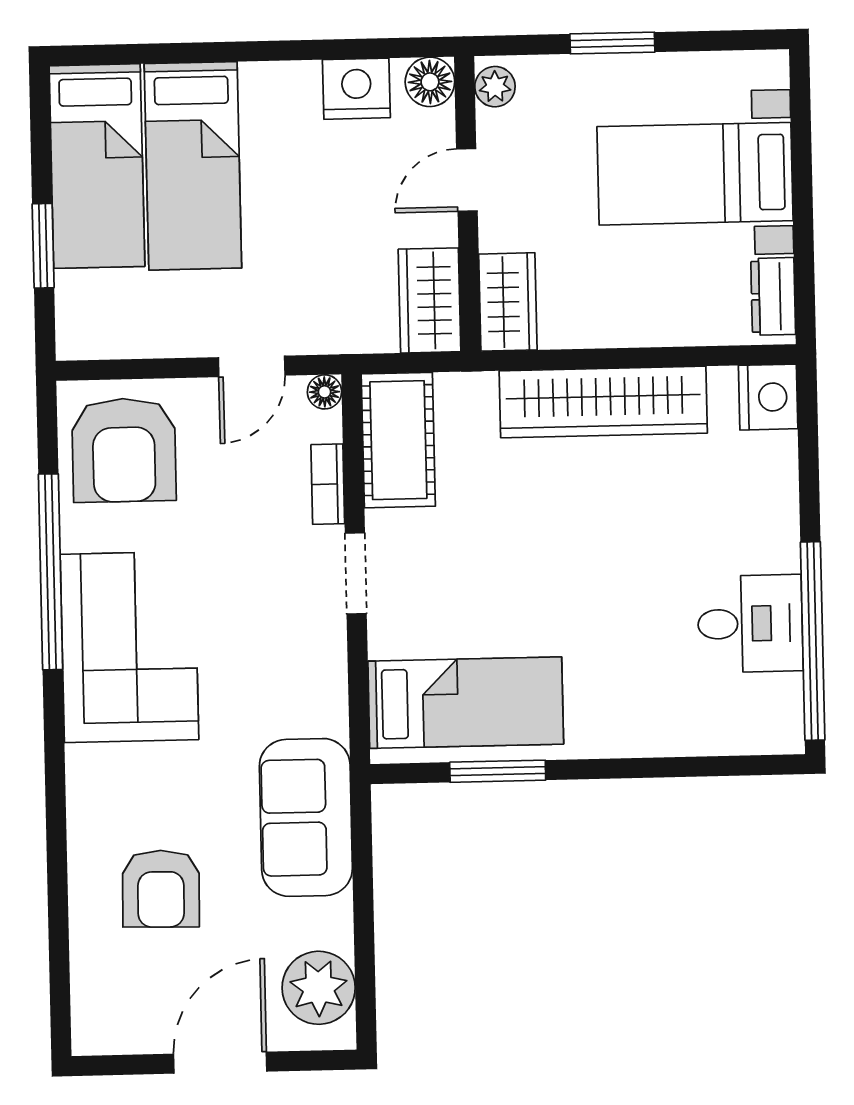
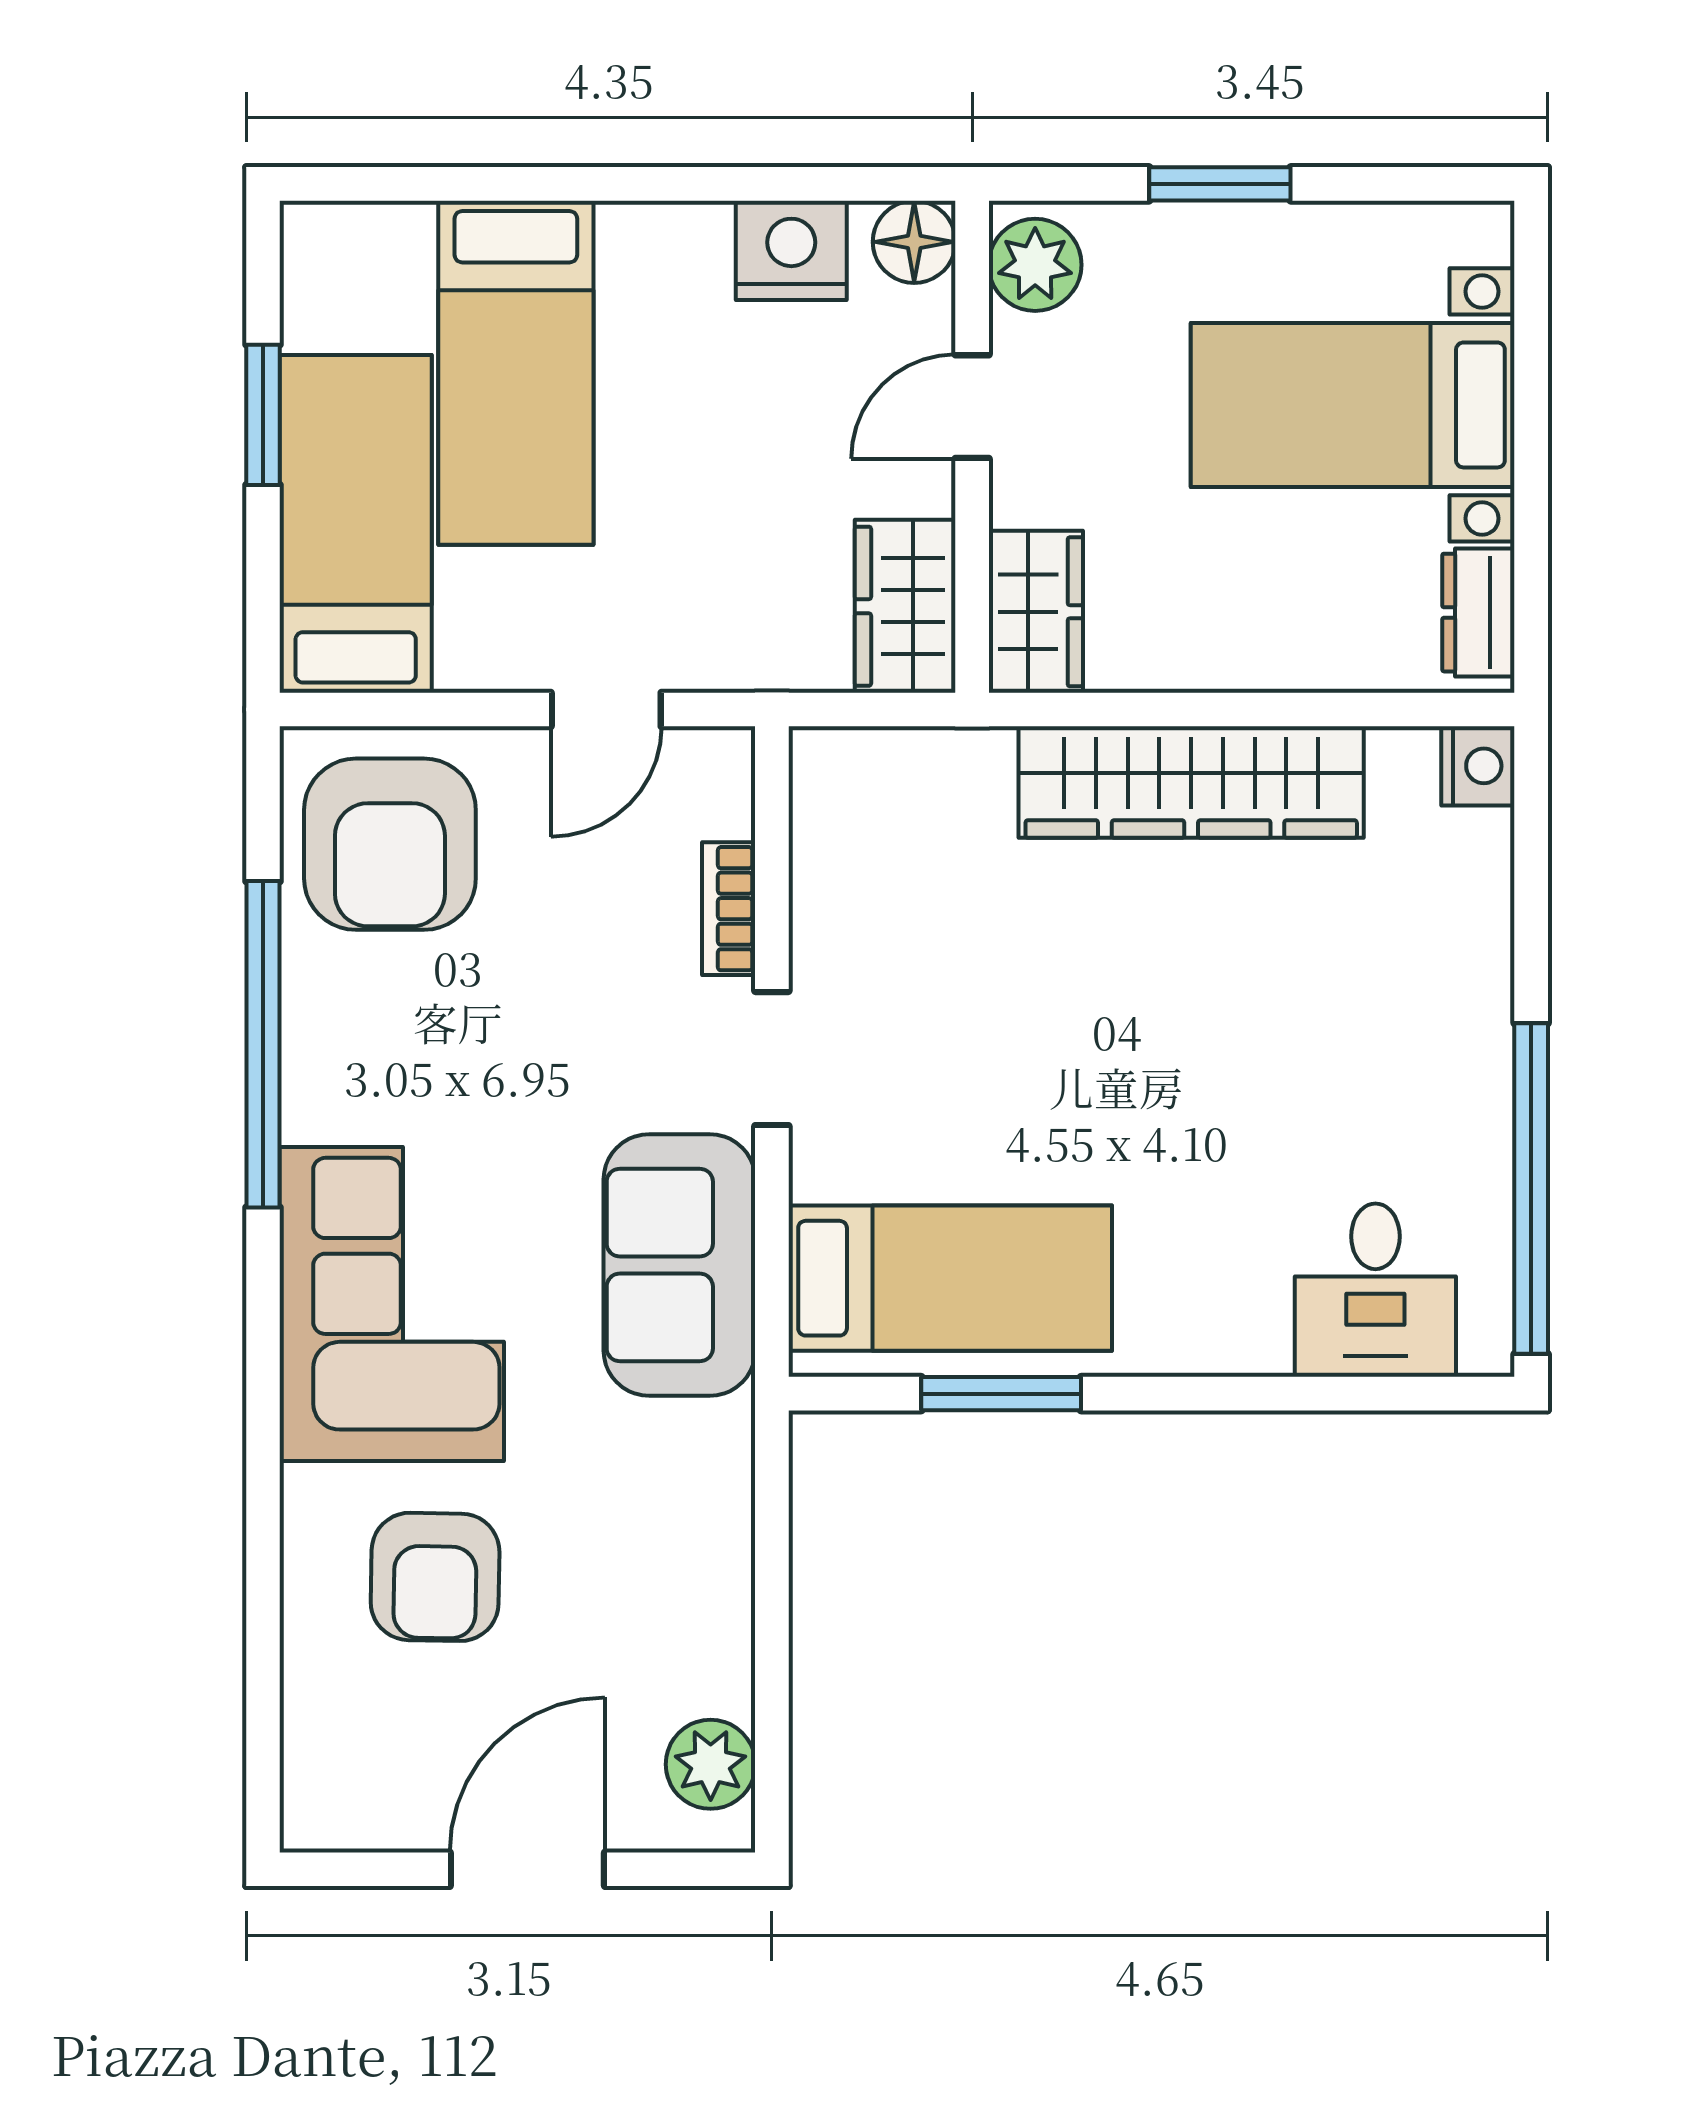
plant: (495, 87) -> (1035, 265), width x1.38, depth x1.38
bed: (97, 166) -> (356, 524), moved, turned 180
window: (43, 246) -> (263, 415), moved
floor lamp: (325, 392) -> (727, 755), removed
nightstand: (768, 397) -> (1478, 766), width x0.74, depth x0.75
cot: (398, 440) -> (848, 838), removed
desk: (750, 624) -> (1375, 1290), moved, turned 90
corner sofa: (129, 647) -> (392, 1304), moved
sofa: (306, 817) -> (679, 1265), moved
plant: (319, 988) -> (711, 1764), width x0.73, depth x0.73

